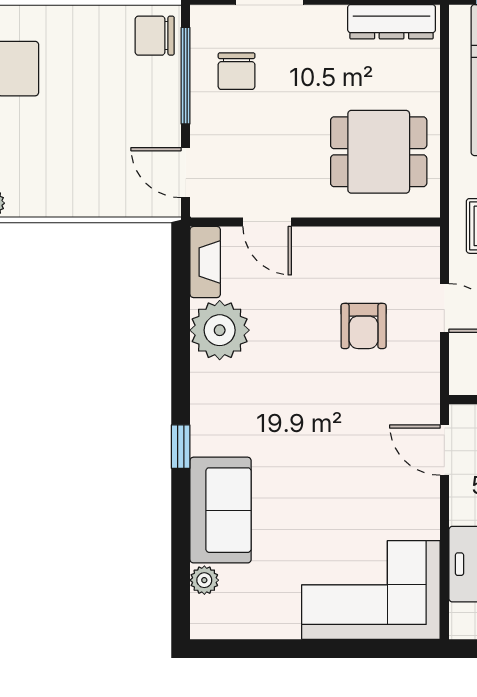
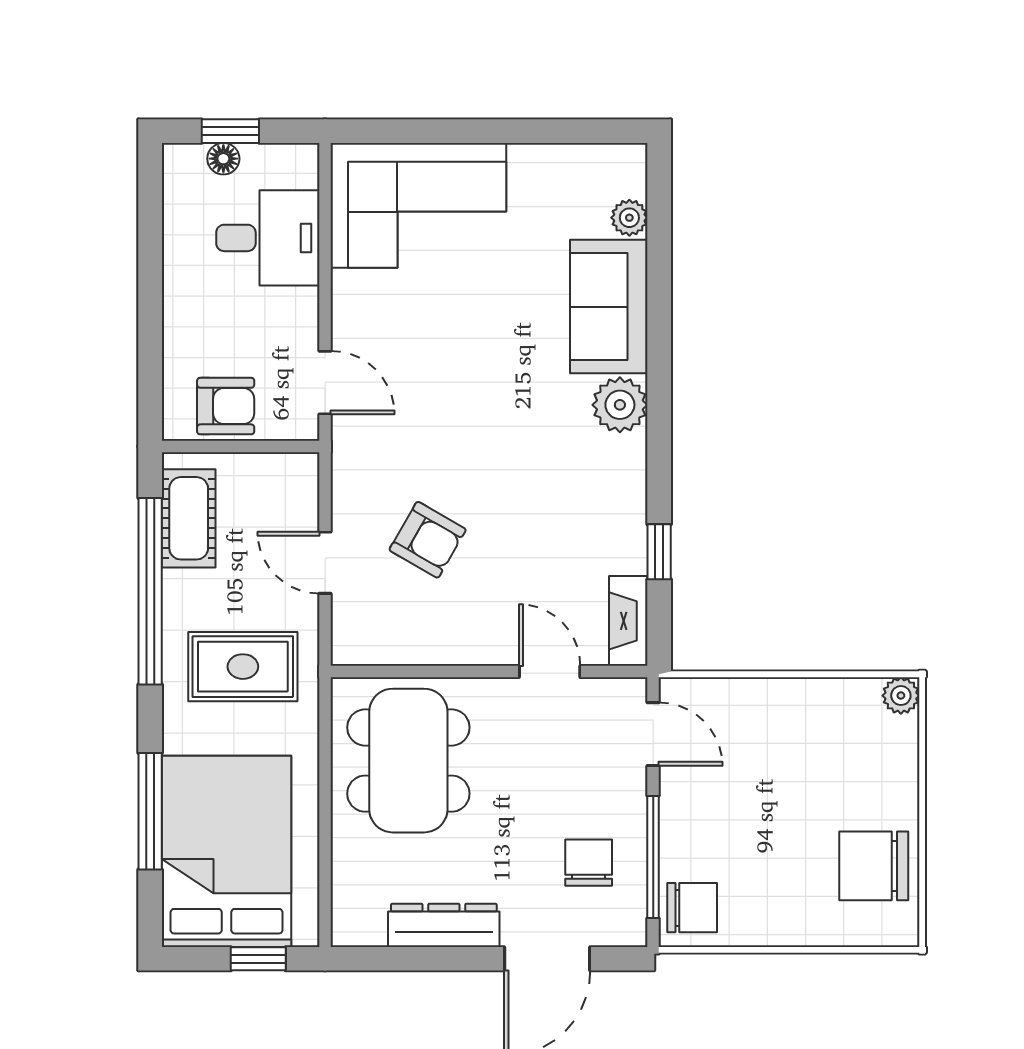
dresser: (392, 22) -> (444, 925), moved
dining table: (379, 152) -> (408, 761), width x1.38
armchair: (364, 326) -> (428, 540), turned 120
plant: (220, 330) -> (620, 405), moved, width x0.73, depth x0.73
window: (181, 447) -> (659, 552), moved

